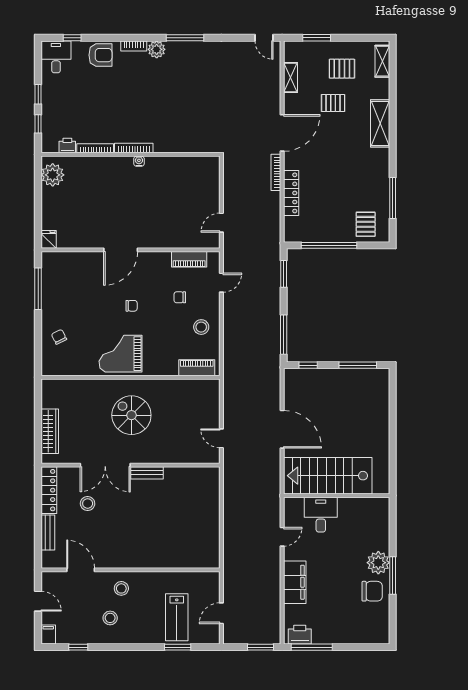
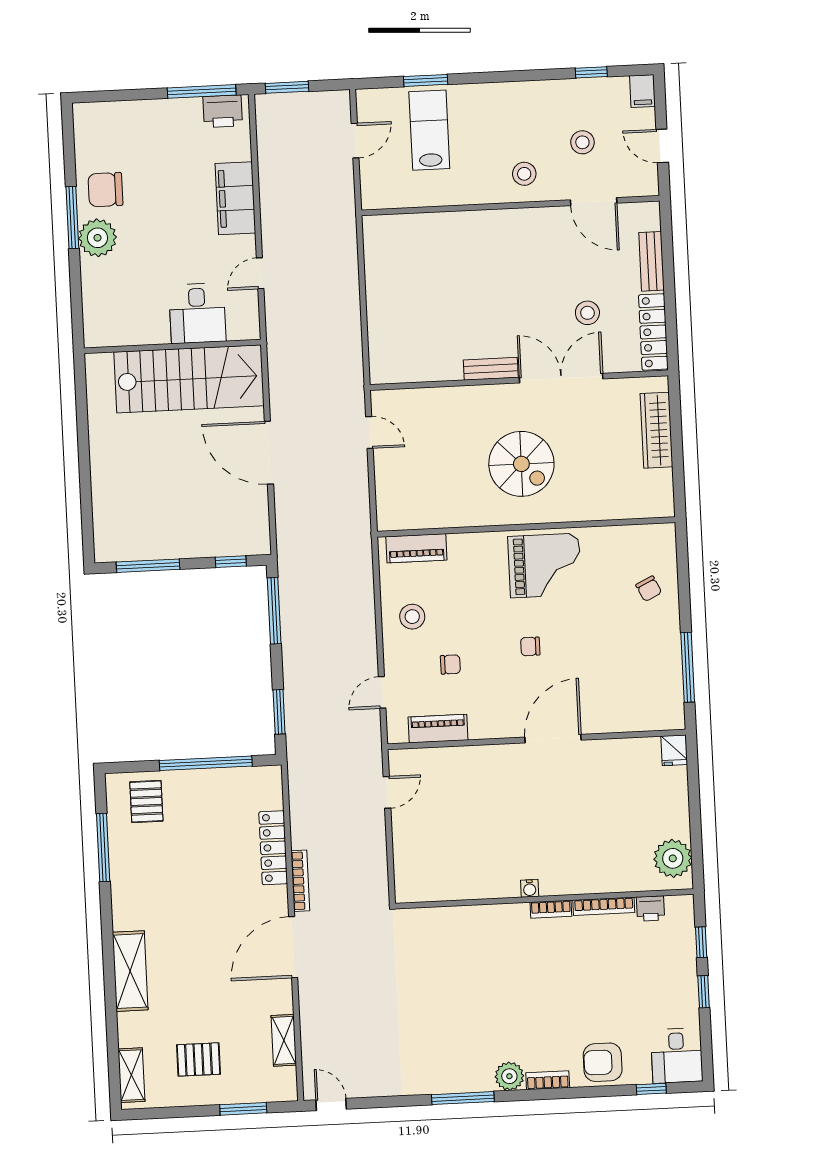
pallet: (333, 103) -> (210, 1001), removed
bookcase: (134, 148) -> (551, 909), width x0.64
stool: (110, 618) -> (582, 142), moved

